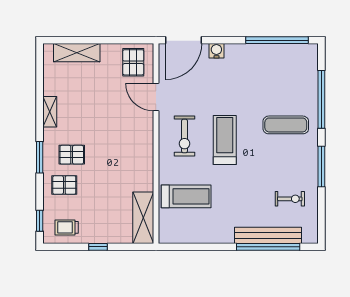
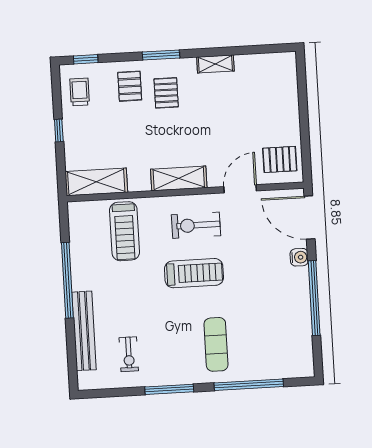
window: (277, 40) -> (314, 298), moved
shelving: (77, 53) -> (179, 178), moved, turned 90
window: (268, 247) -> (67, 280), moved

